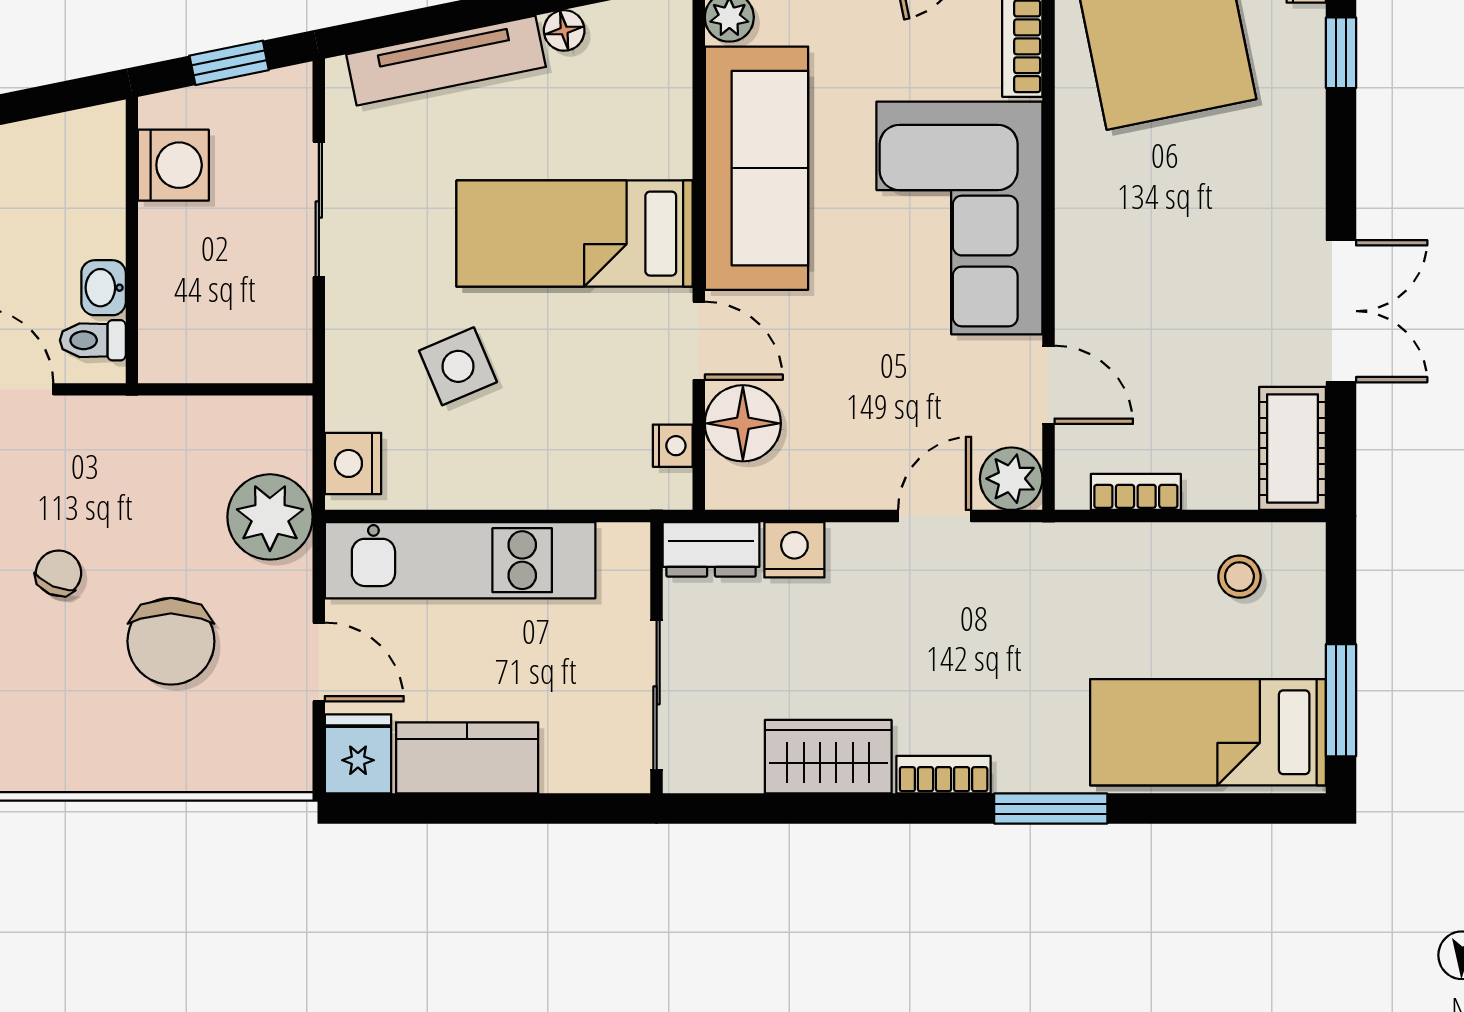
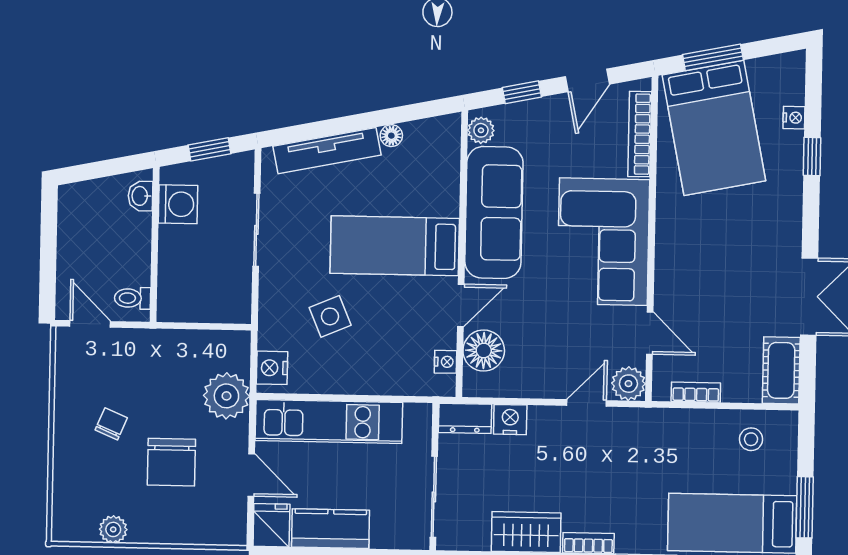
washbasin: (104, 288) -> (140, 196), moved
door: (699, 341) -> (461, 305), hinge flipped
plant: (66, 768) -> (113, 529), added

